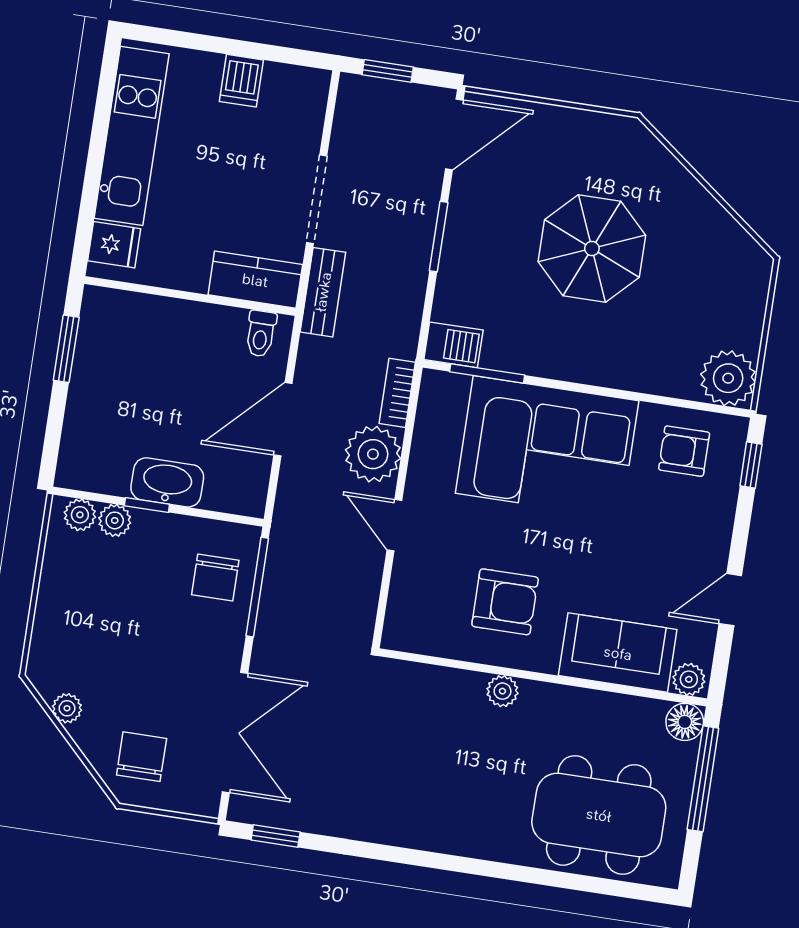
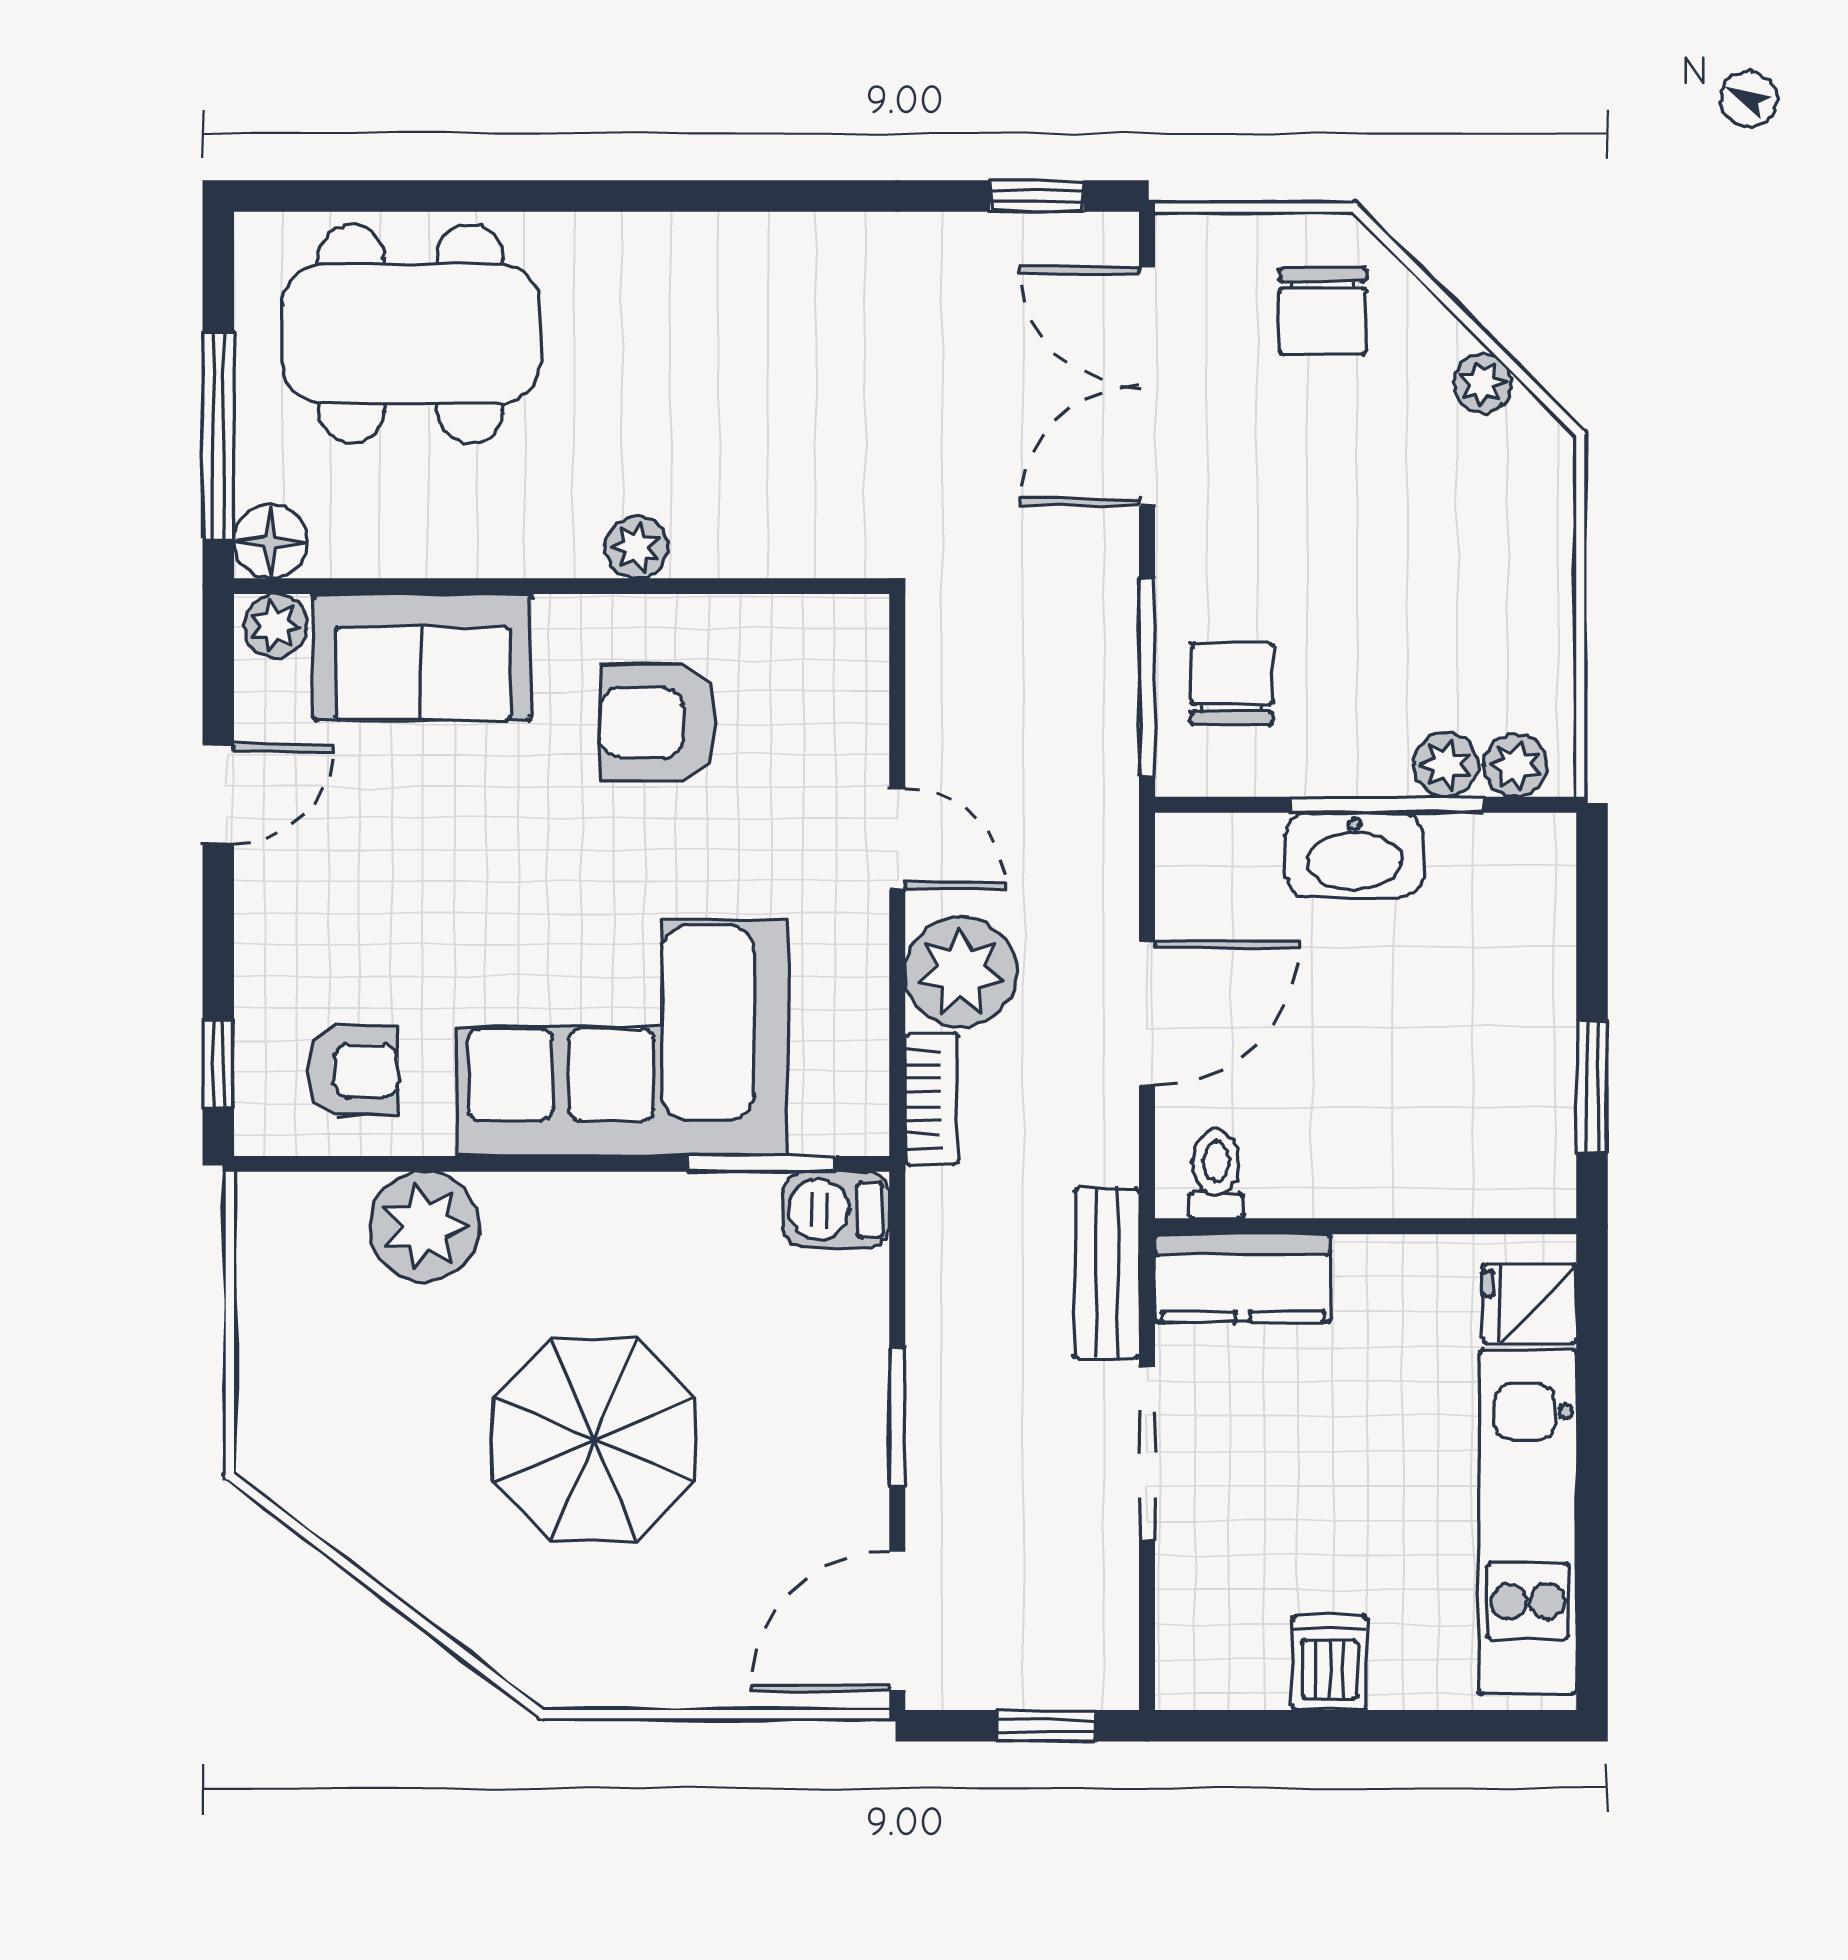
plant: (728, 378) -> (424, 1227), moved
window: (147, 505) -> (1387, 805), width x2.17

